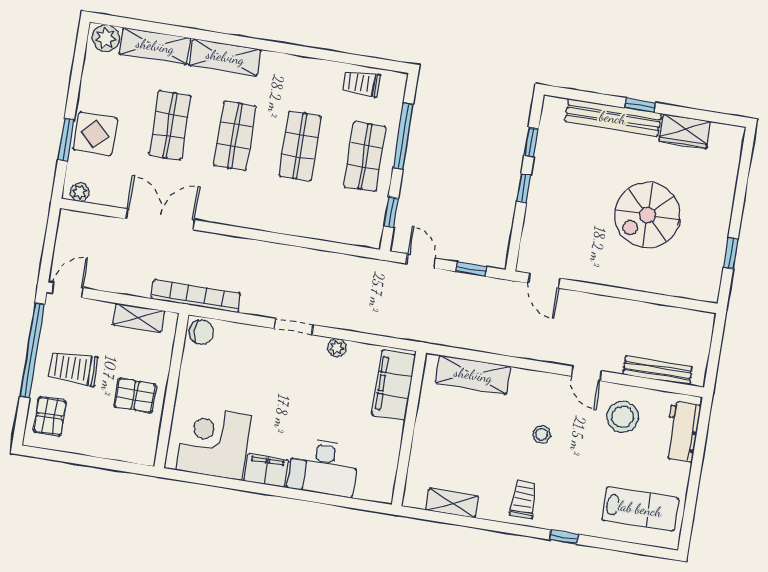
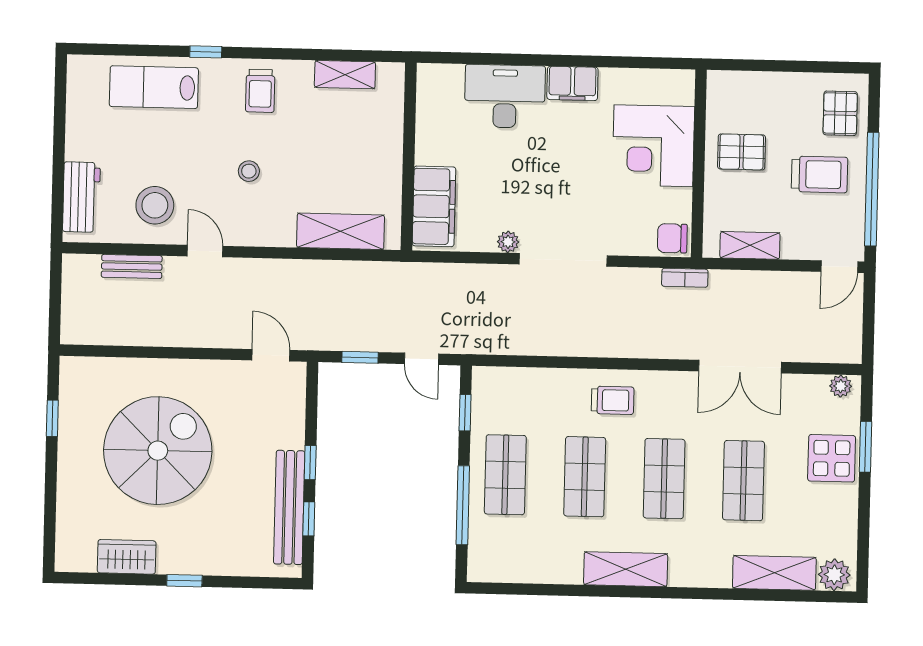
shelving: (225, 57) -> (626, 569), moved
trolley: (361, 83) -> (613, 400), moved
bench: (613, 118) -> (289, 507), moved, turned 90
spiral stairs: (648, 215) -> (158, 451), width x1.37, depth x1.37
bookcase: (196, 296) -> (685, 278), width x0.43, depth x0.76
doorway: (294, 327) -> (563, 260), width x1.88
bench: (657, 370) -> (132, 267), width x0.73
corner desk: (214, 442) -> (653, 146), moved, turned 90
lab bench: (640, 509) -> (154, 87), moved

